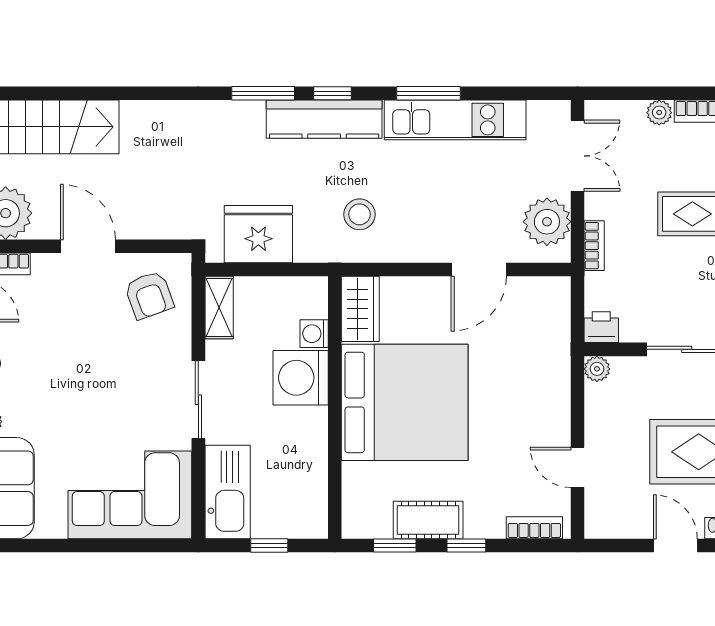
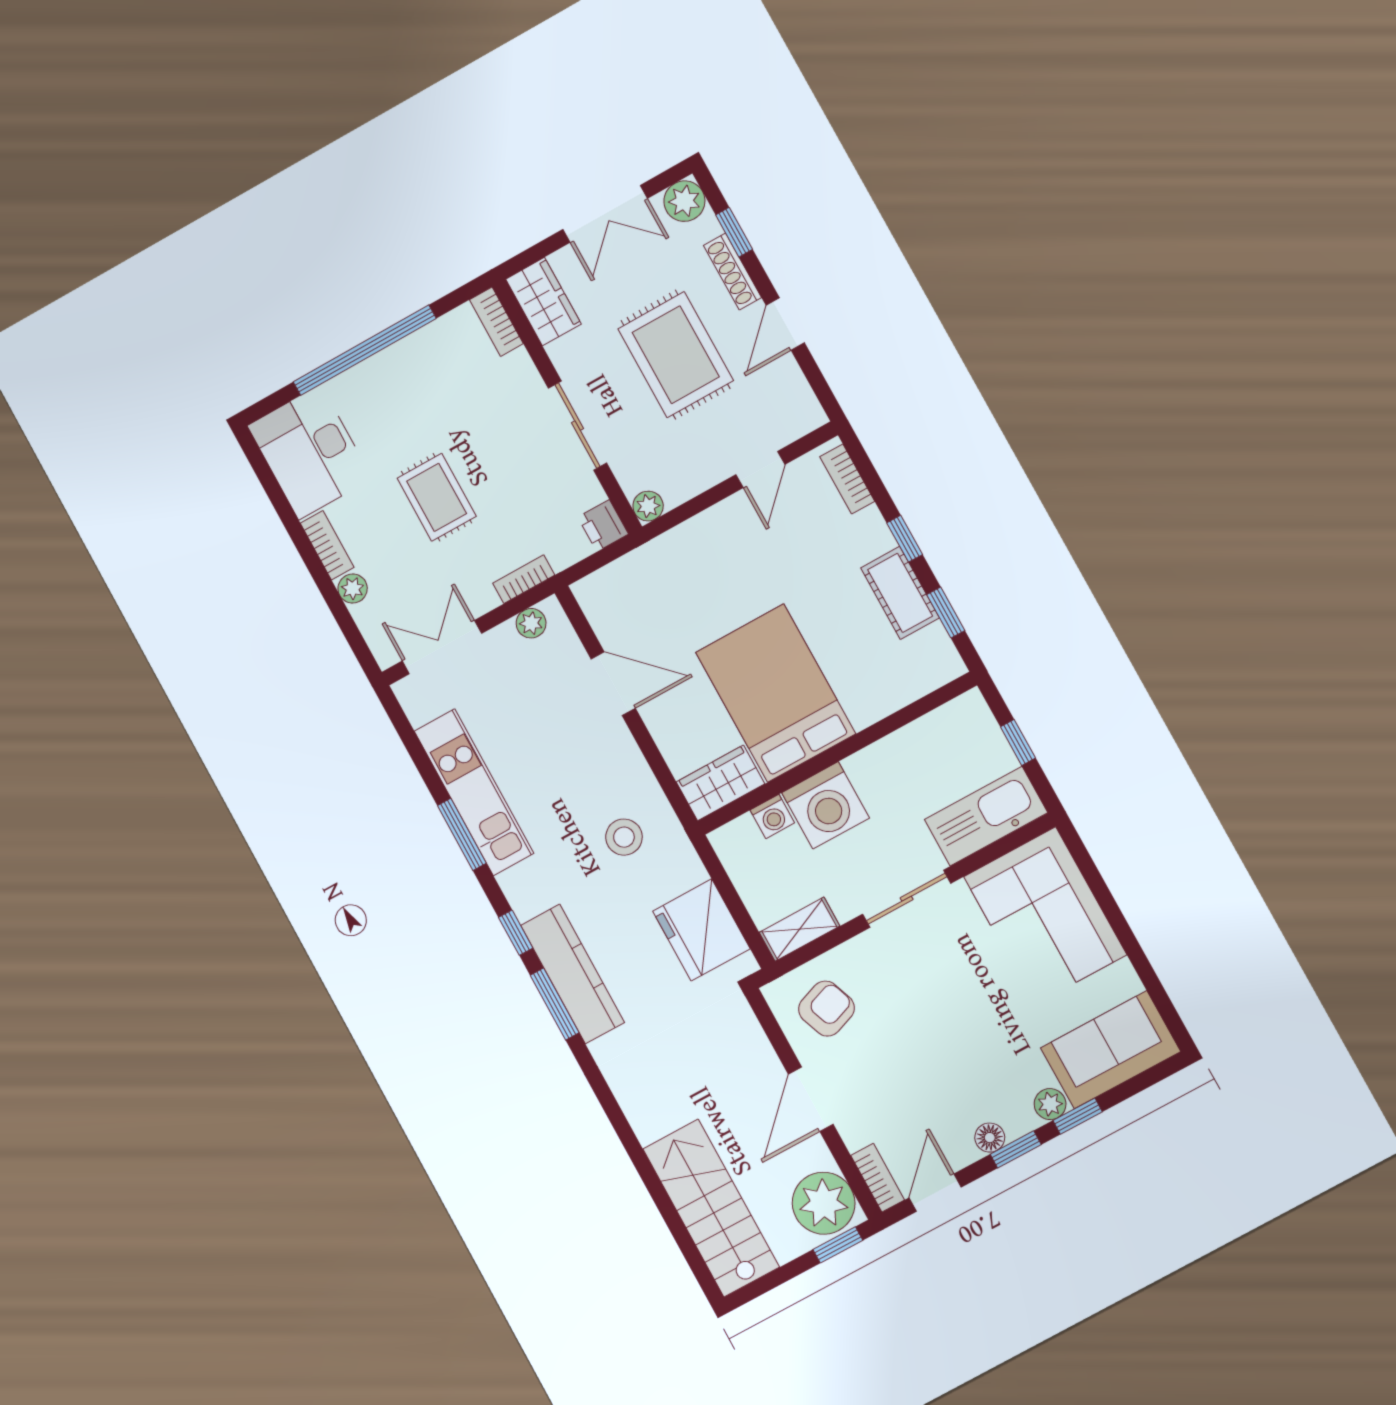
kitchen counter: (324, 119) -> (572, 974), moved
plant: (547, 222) -> (531, 623), width x0.53, depth x0.53
bed: (405, 402) -> (776, 693), width x0.73

